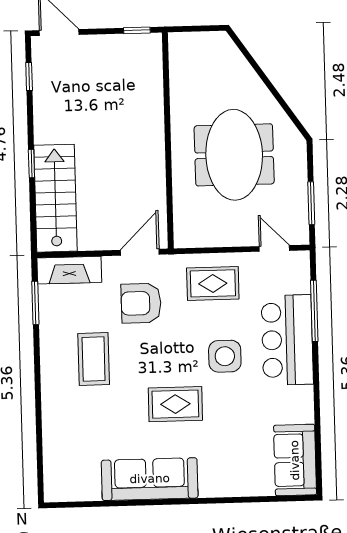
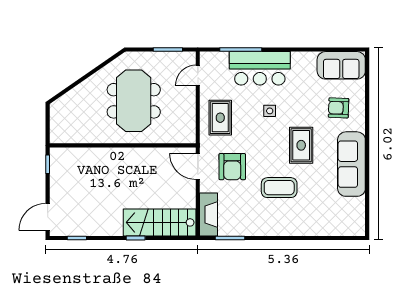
meeting table: (234, 155) -> (134, 101), turned 90
side table: (225, 356) -> (270, 111), width x0.54, depth x0.54
coffee table: (94, 359) -> (279, 188), moved
armchair: (232, 458) -> (339, 108), added

